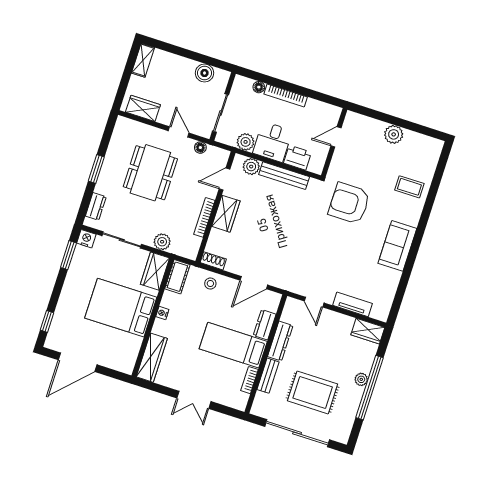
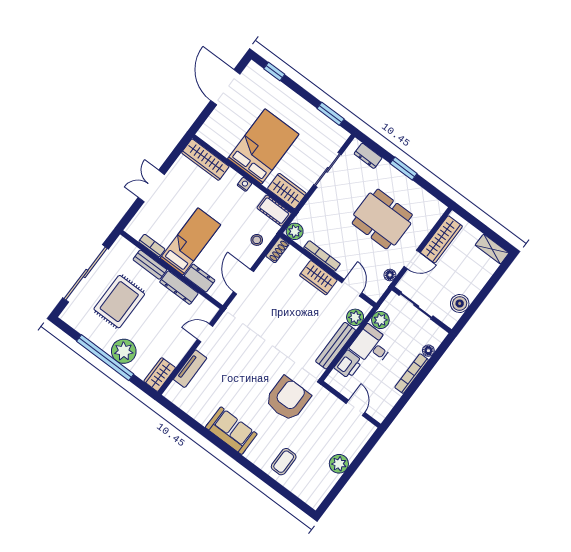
wardrobe: (143, 108) -> (441, 239), width x1.50
nightstand: (86, 239) -> (340, 136), removed
plant: (162, 242) -> (295, 231), moved
plant: (361, 379) -> (124, 351), width x1.88, depth x1.88

